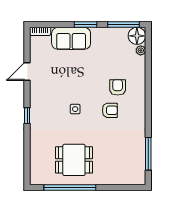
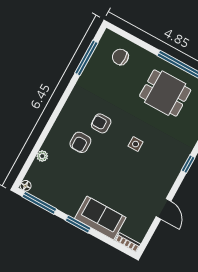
floor lamp: (137, 36) -> (26, 186), width x0.53, depth x0.53
plant: (141, 50) -> (42, 156), moved
door: (27, 72) -> (164, 209), hinge flipped
chair: (123, 169) -> (120, 57), added

